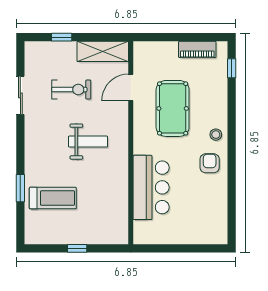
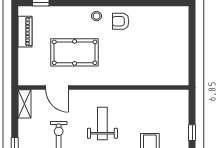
shelving: (103, 51) -> (24, 104), width x0.67, depth x0.75
bar counter: (151, 187) -> (141, 70), removed

